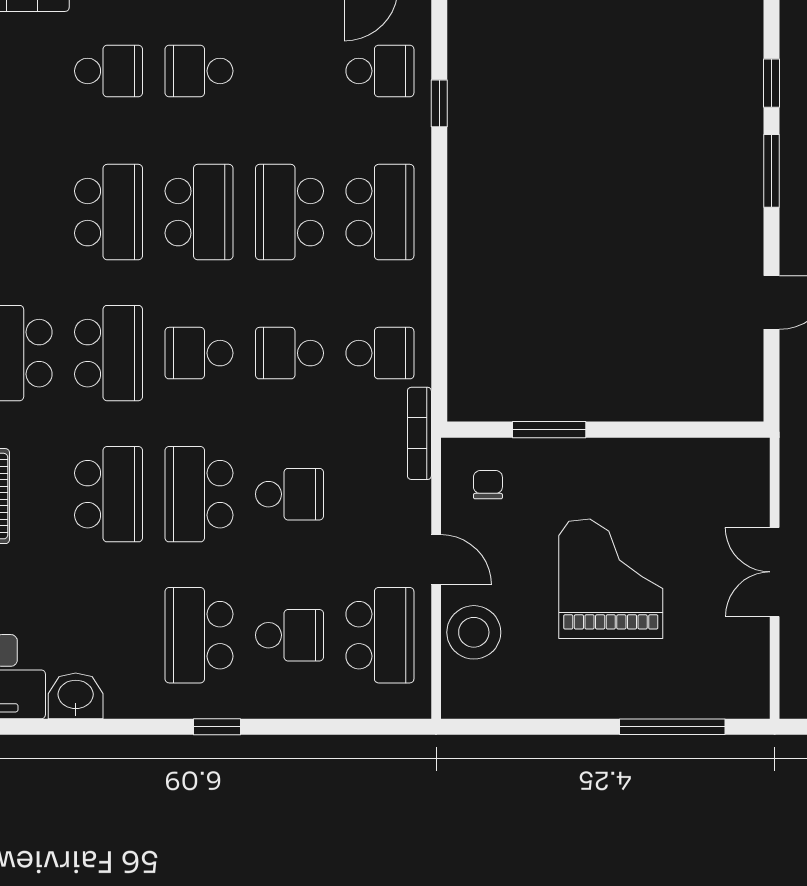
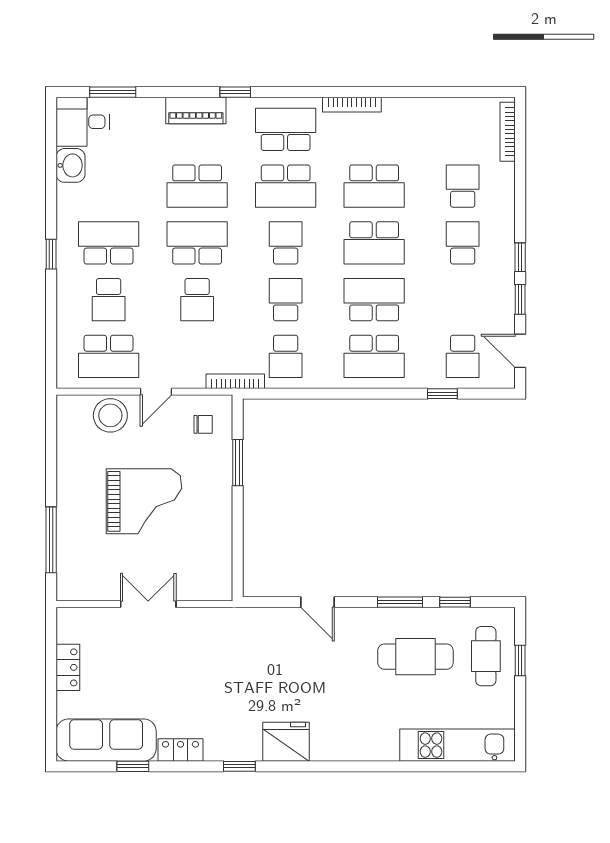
school desk: (109, 71) -> (463, 186), turned 180

